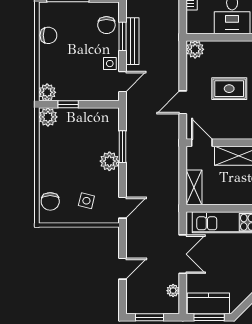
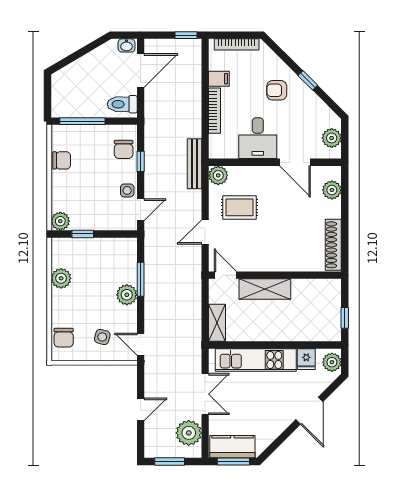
window: (122, 36) -> (141, 161), width x0.67
bench: (132, 41) -> (194, 164), moved
rug: (229, 89) -> (240, 207), moved
plant: (48, 117) -> (61, 278), moved
door: (122, 208) -> (141, 344), swing flipped
plant: (173, 291) -> (189, 433), width x1.88, depth x1.88

